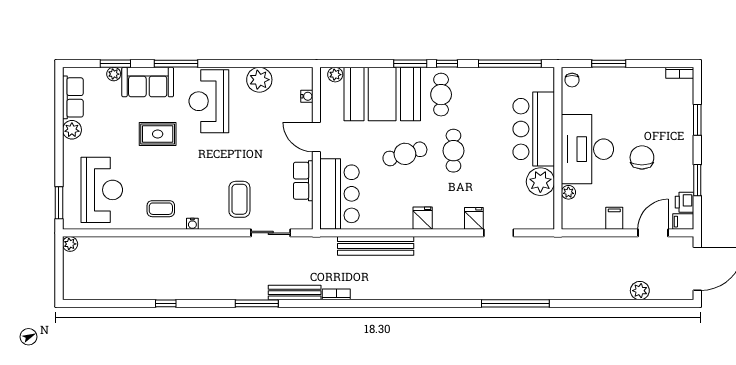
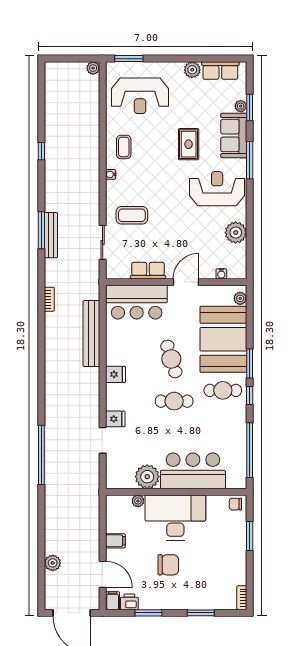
bench: (295, 293) -> (51, 235), moved

